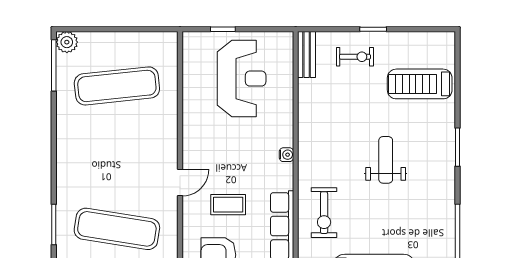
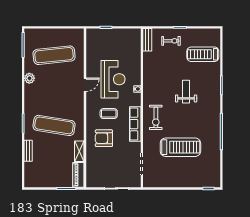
plant: (67, 42) -> (29, 78), moved
reception desk: (242, 79) -> (113, 79), moved
door: (180, 183) -> (85, 85), moved

